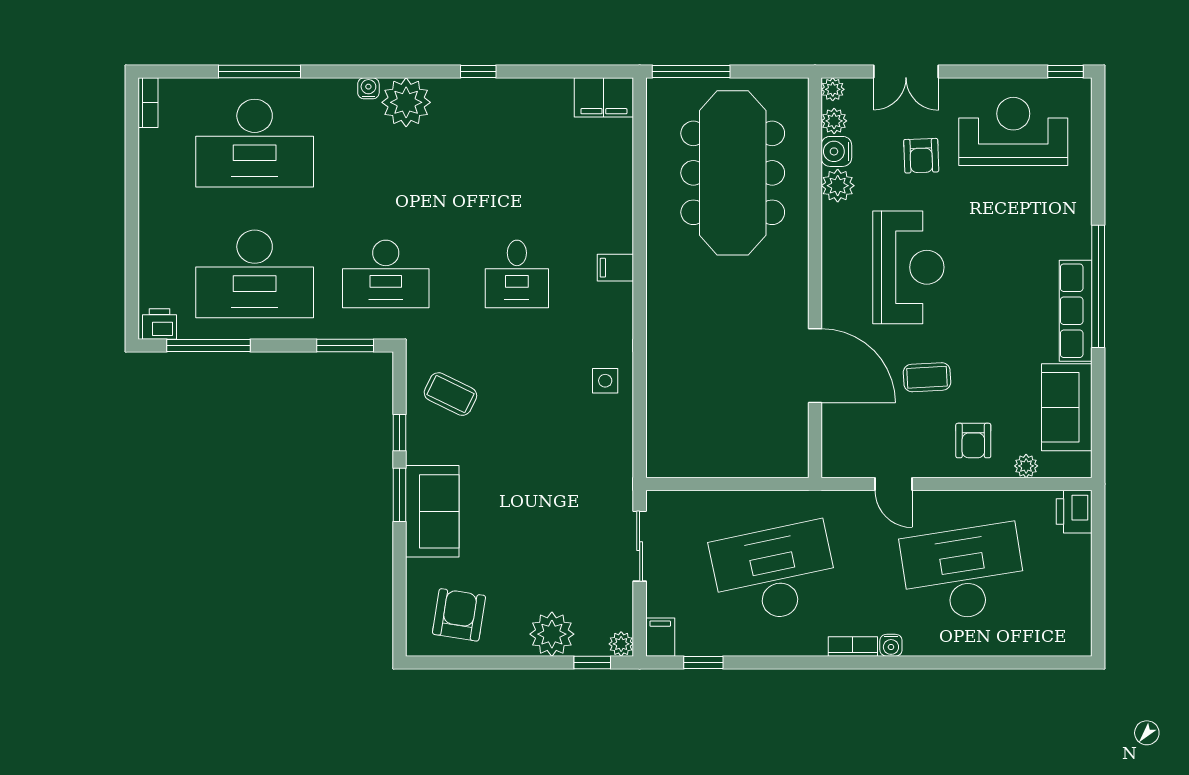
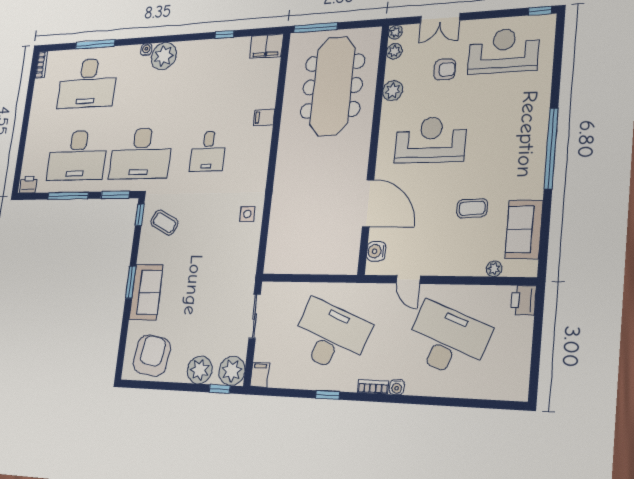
window: (478, 72) -> (225, 35), moved
water cooler: (836, 151) -> (376, 251), moved
armchair: (921, 156) -> (445, 69), turned -88
reception desk: (908, 267) -> (430, 140), turned -90
filing cabinet: (615, 268) -> (264, 117), moved
desk: (386, 274) -> (141, 153), width x1.36, depth x1.30
row of seats: (1076, 311) -> (535, 165), removed
window: (208, 345) -> (68, 196), moved
coffee table: (927, 377) -> (472, 208), moved
window: (400, 433) -> (140, 215), moved
armchair: (973, 441) -> (461, 251), removed
desk: (774, 573) -> (330, 336), turned 33
desk: (963, 573) -> (447, 340), turned 30
armchair: (459, 615) -> (152, 356), width x1.36, depth x1.36
plant: (621, 644) -> (232, 371), width x1.87, depth x1.87
window: (703, 662) -> (328, 395), moved

